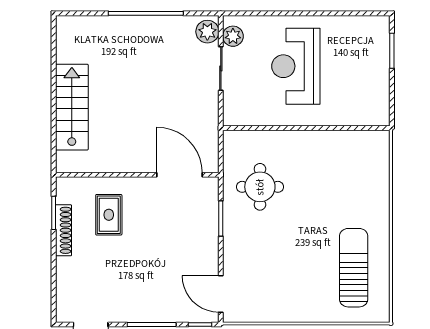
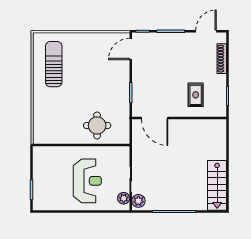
stairs: (72, 107) -> (217, 185), moved
round table: (260, 187) -> (97, 125), moved
shoe rack: (63, 230) -> (222, 59), moved
sun lounger: (354, 268) -> (54, 64), turned 180
door: (221, 294) -> (131, 49), swing flipped

